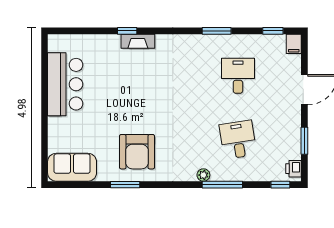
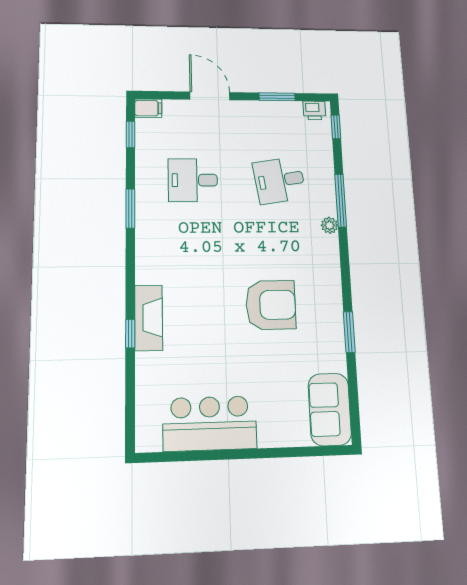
fireplace: (138, 41) -> (149, 318), width x1.37, depth x1.32
armchair: (137, 152) -> (271, 305), moved

